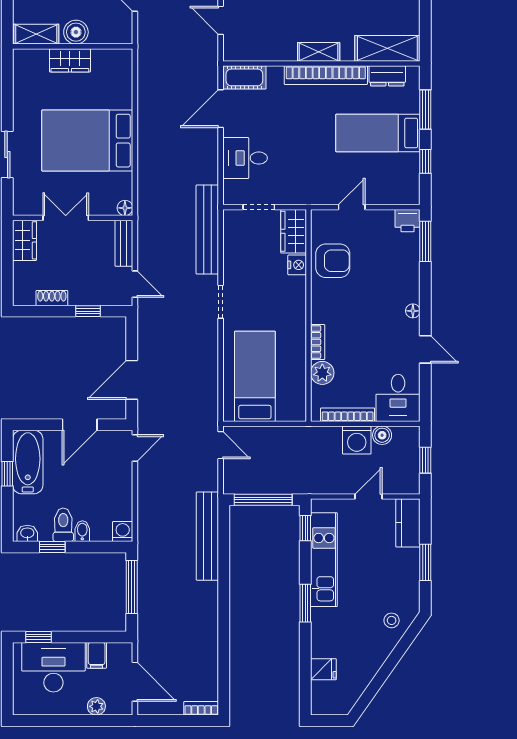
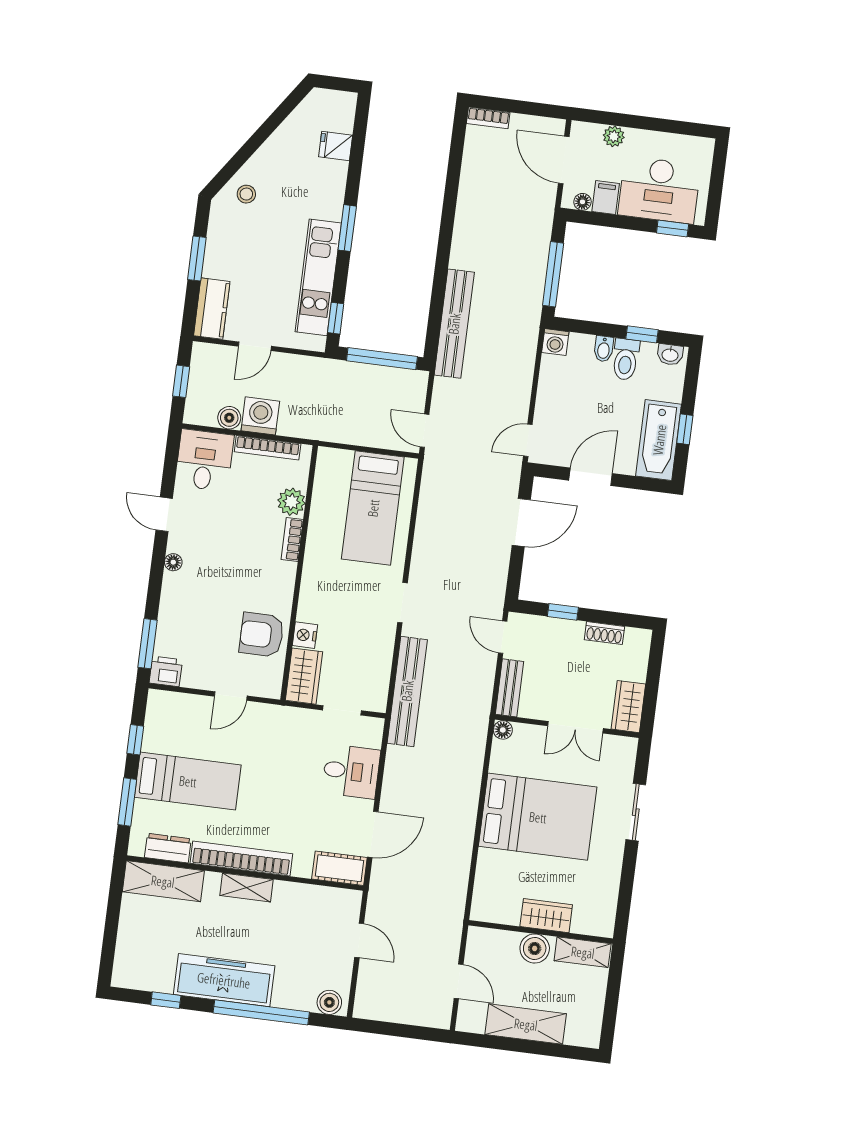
floor lamp: (115, 649) -> (582, 202), added

